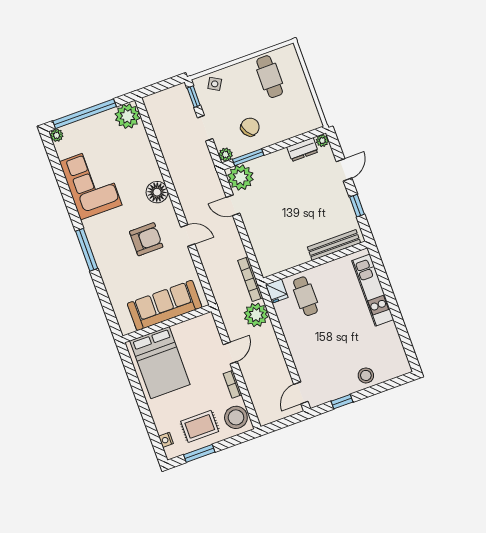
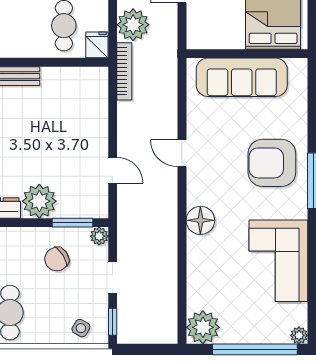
plant: (241, 177) -> (39, 201), moved
armchair: (146, 239) -> (272, 163), moved, width x1.36, depth x1.36

